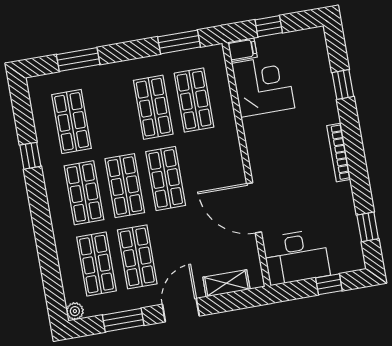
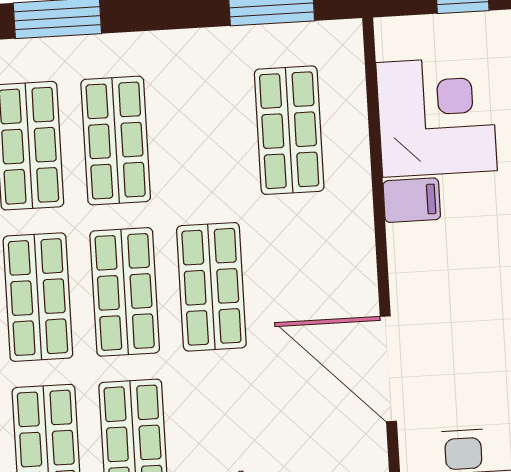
filing cabinet: (242, 50) -> (412, 200), moved
shop shelf: (153, 107) -> (116, 141), moved

